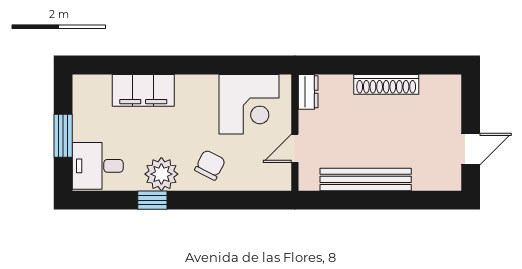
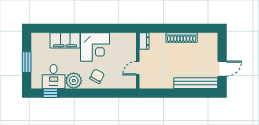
corner desk: (249, 104) -> (95, 47), moved
desk: (98, 166) -> (54, 76), moved, turned -90
bench: (366, 179) -> (196, 83), moved
window: (152, 200) -> (50, 93), moved

